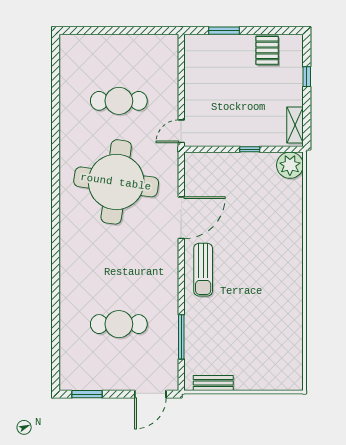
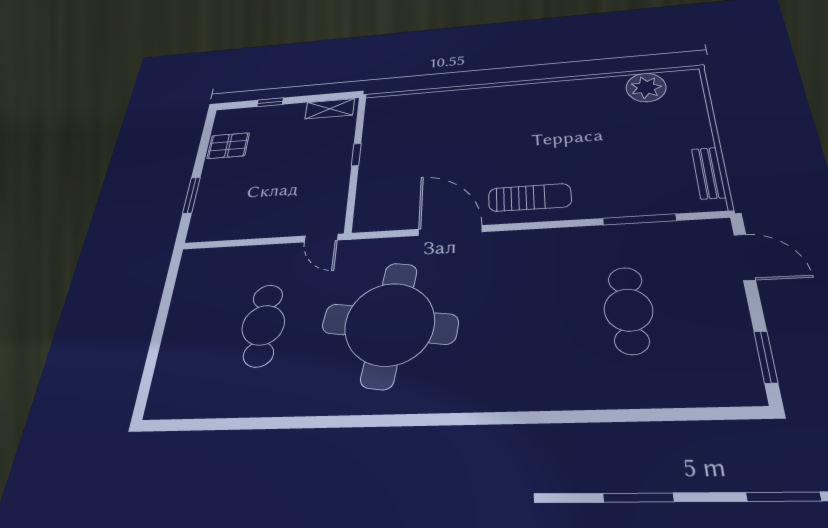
plant: (290, 165) -> (646, 87), moved

